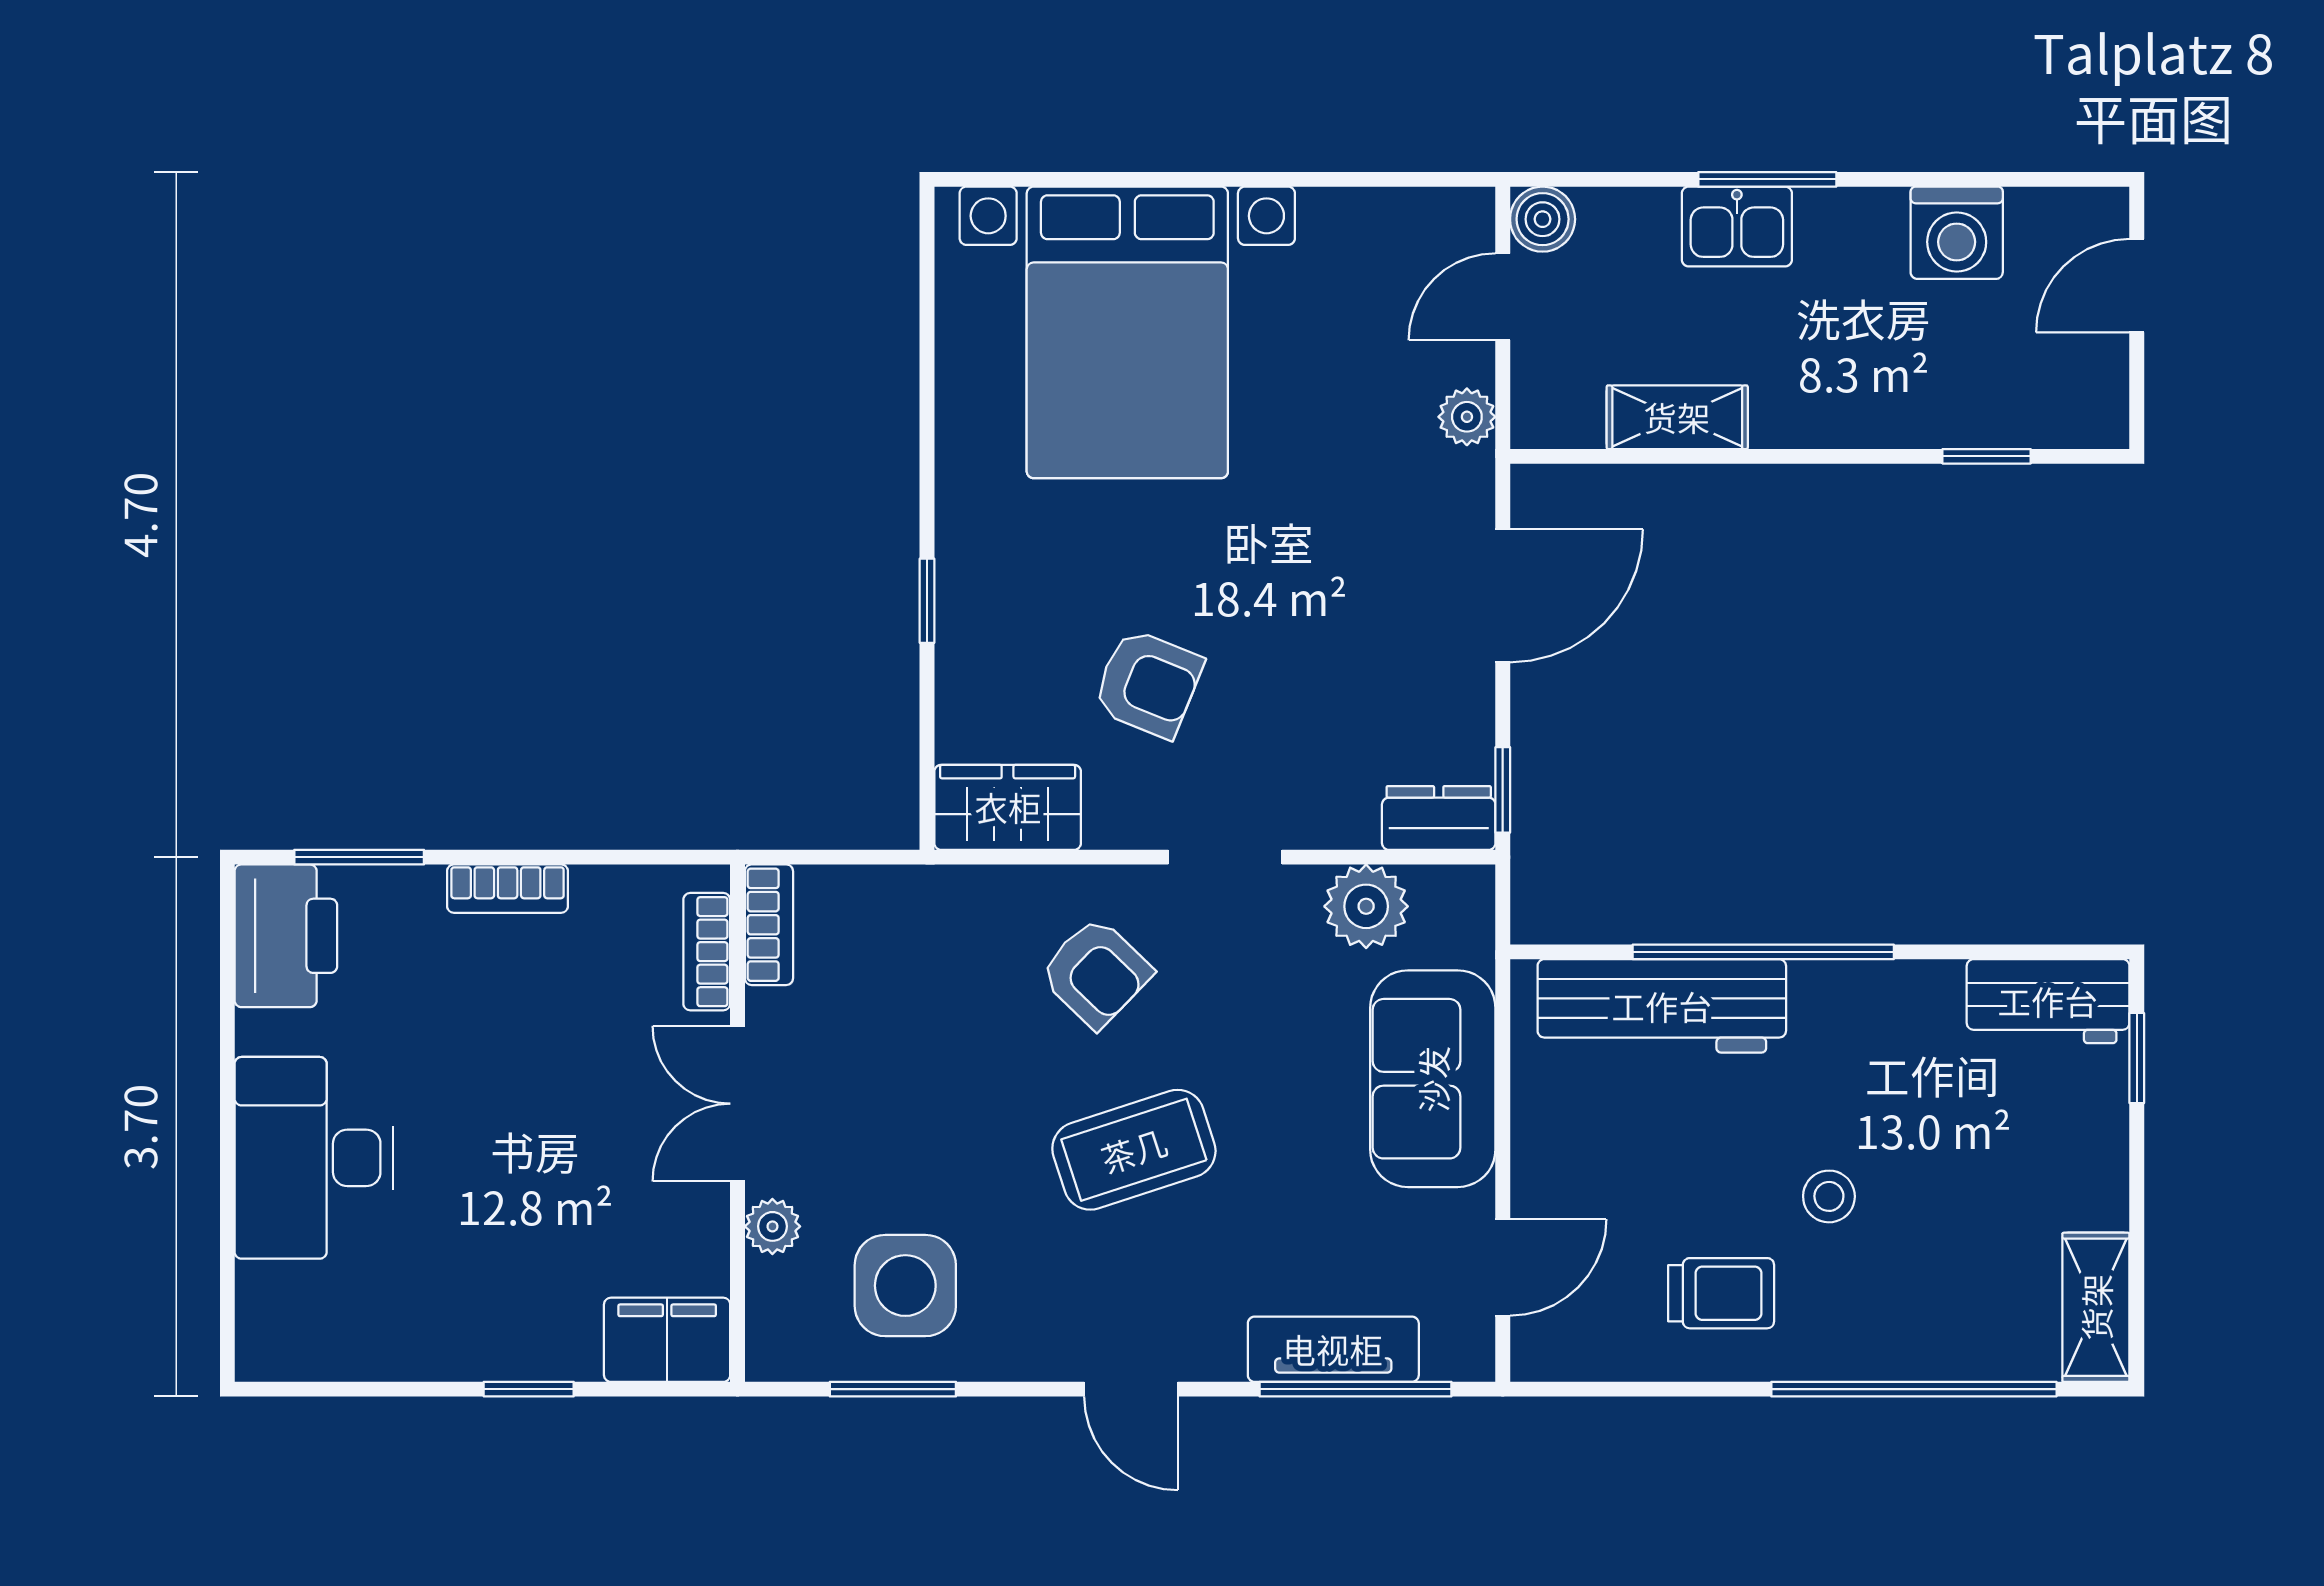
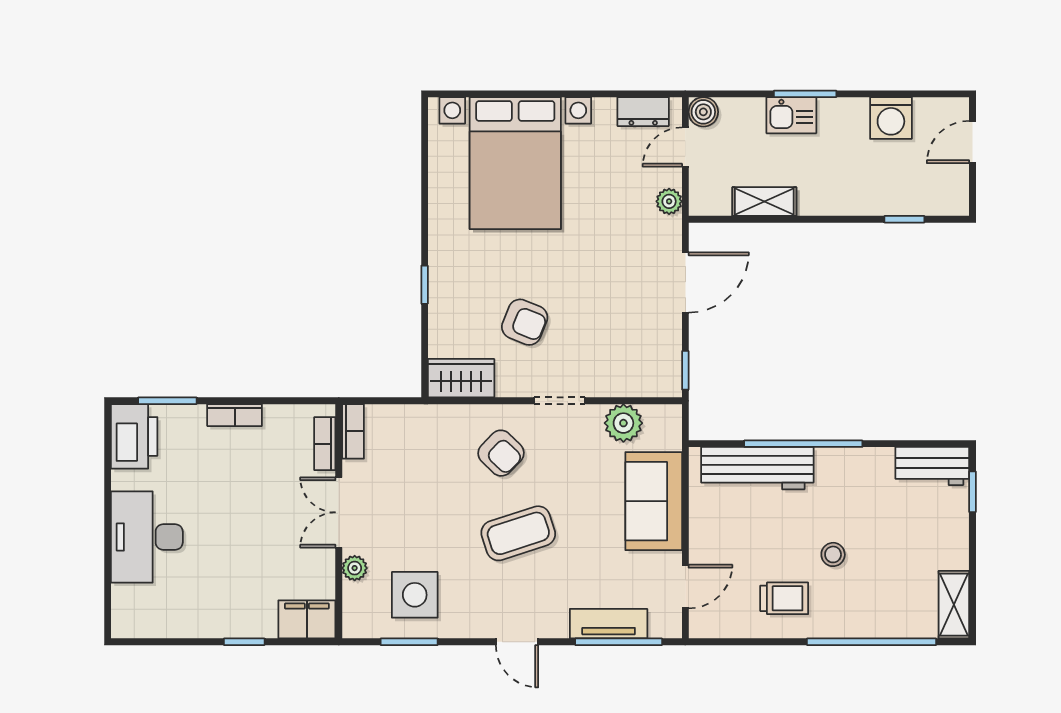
dresser: (1439, 818) -> (643, 112), moved, turned 180

